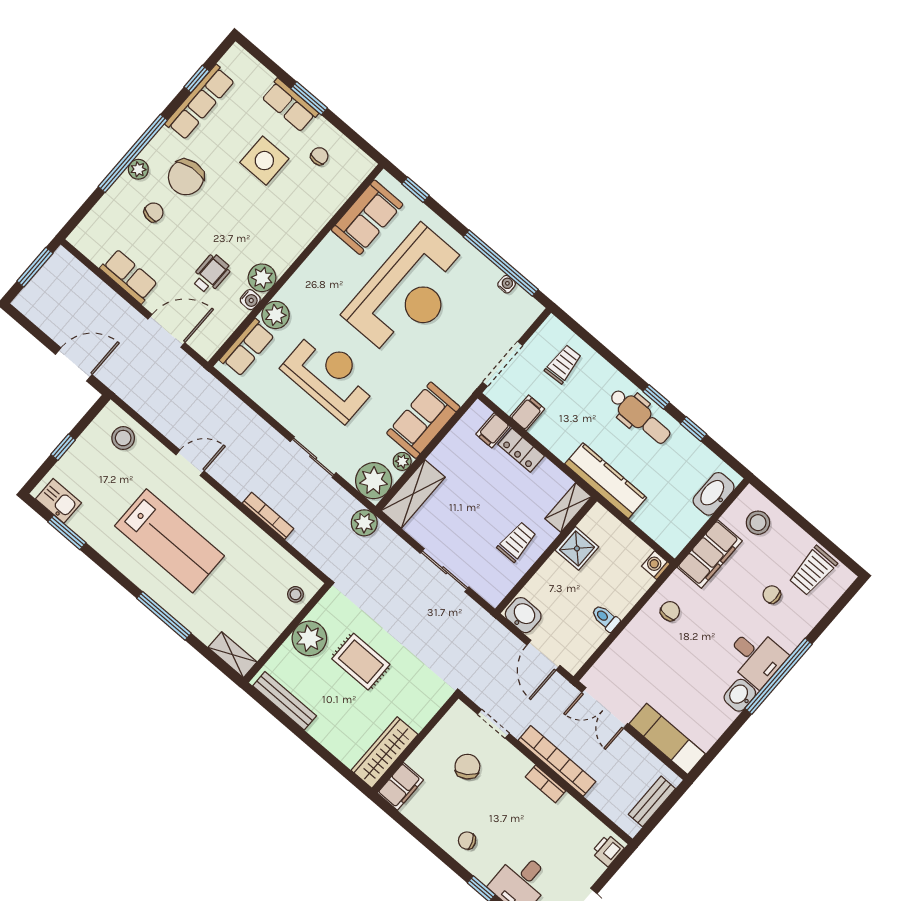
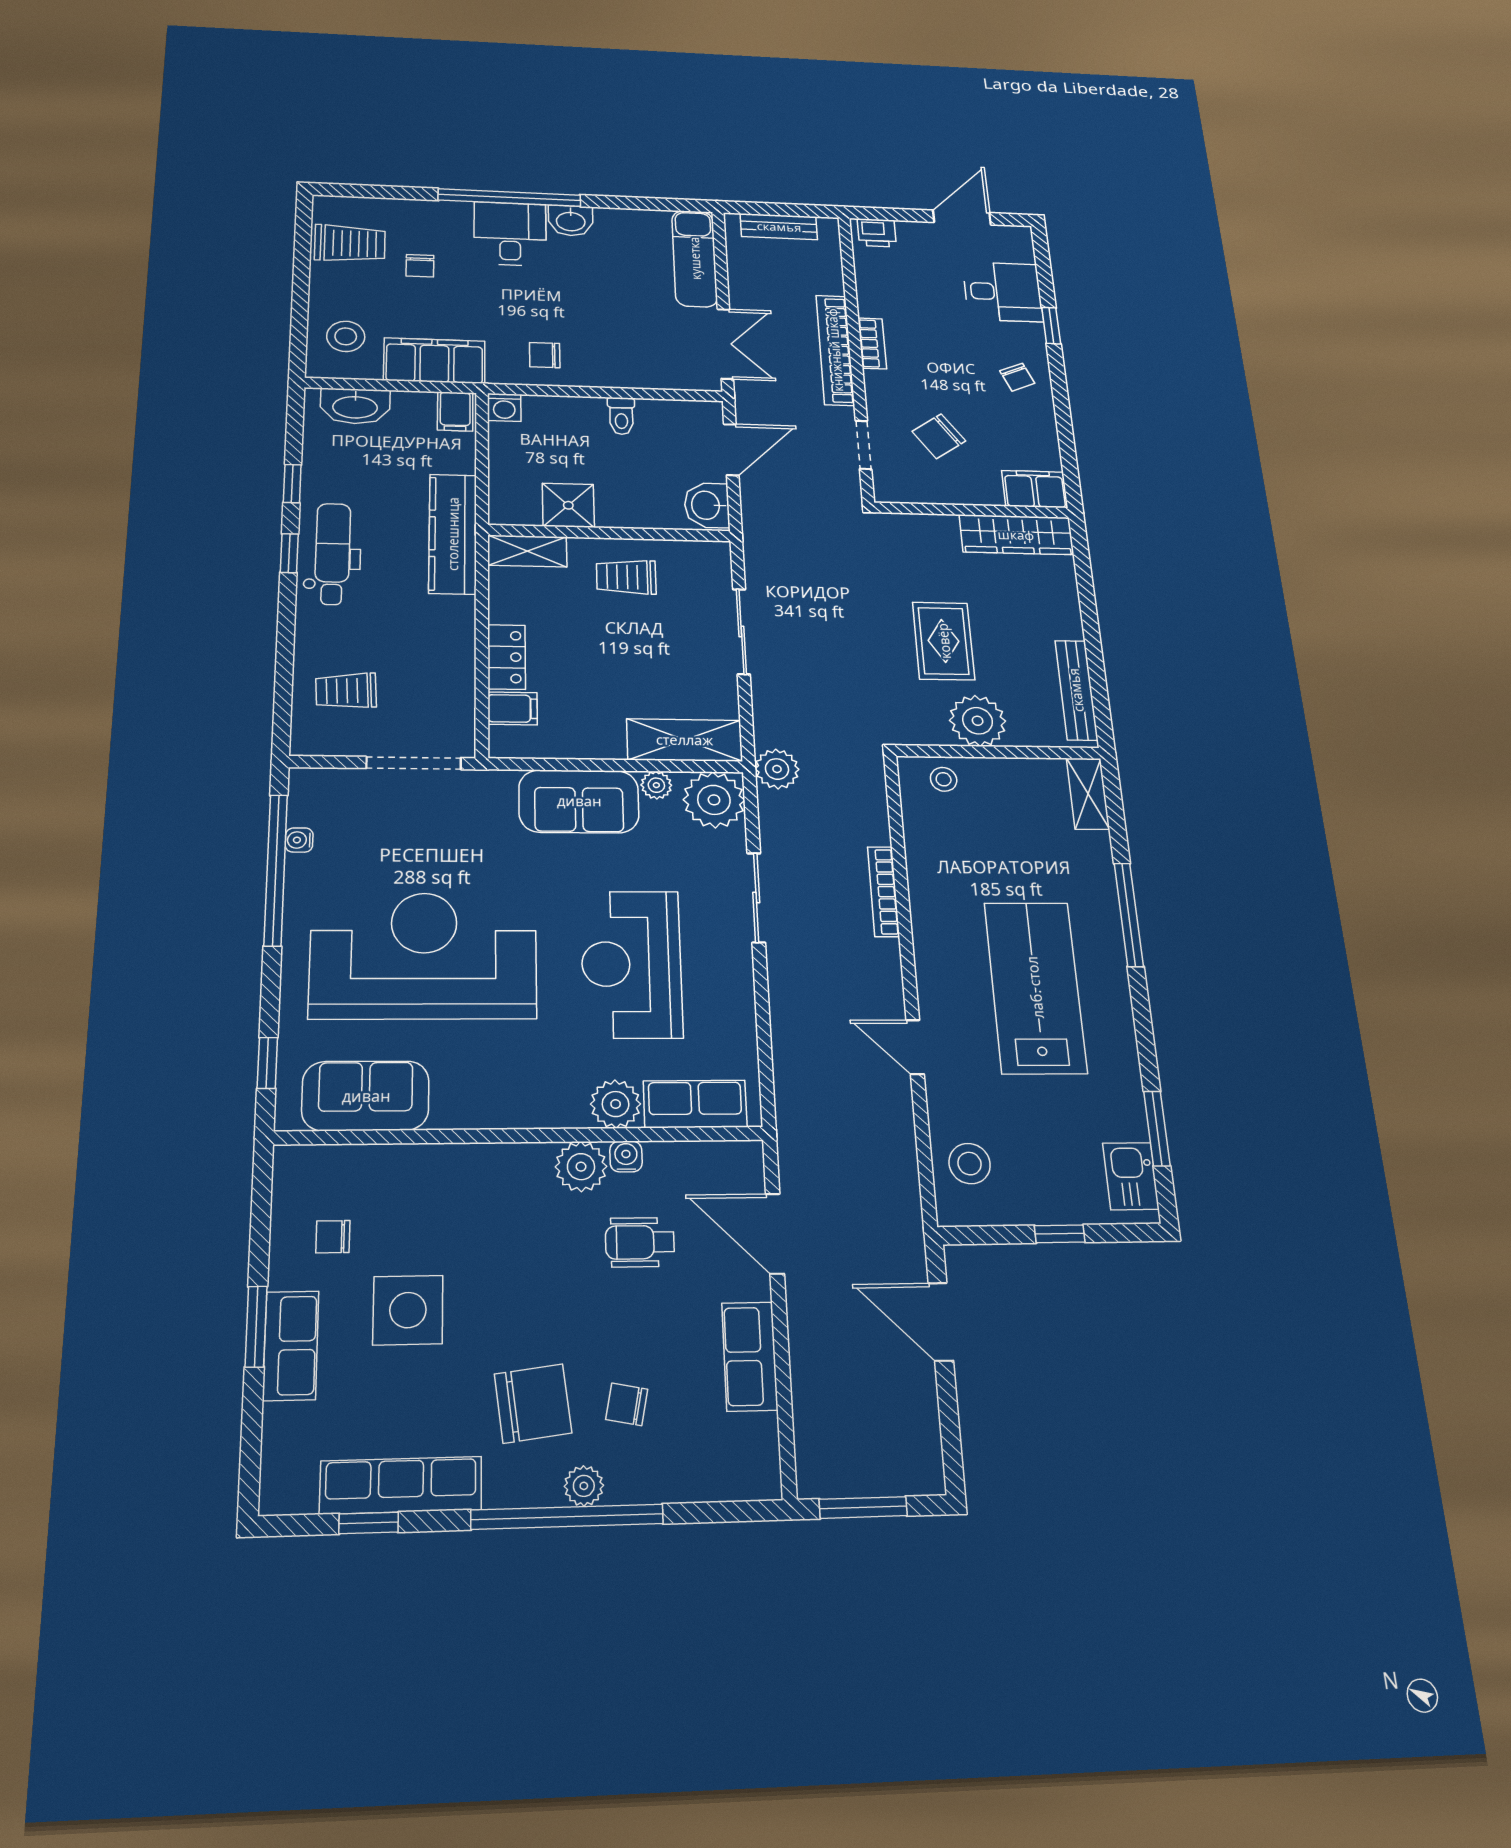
filing cabinet: (527, 413) -> (455, 411), moved, turned -90

